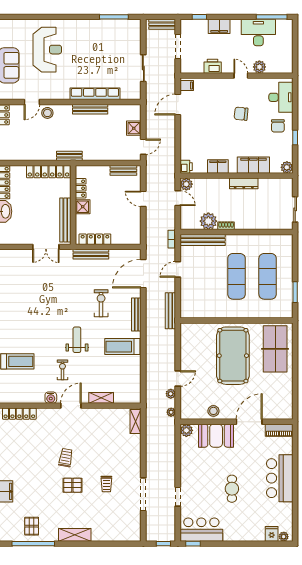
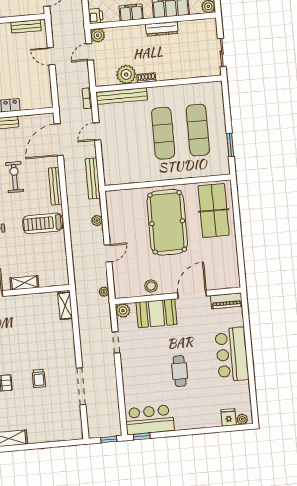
door: (178, 198) -> (90, 52), swing flipped
plant: (171, 394) -> (97, 221), moved
doorway: (178, 497) -> (116, 342), moved

